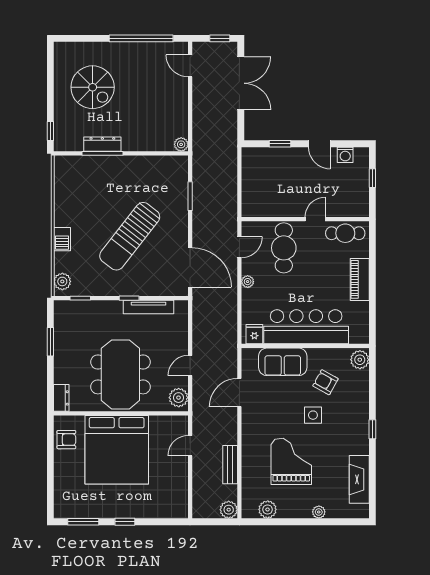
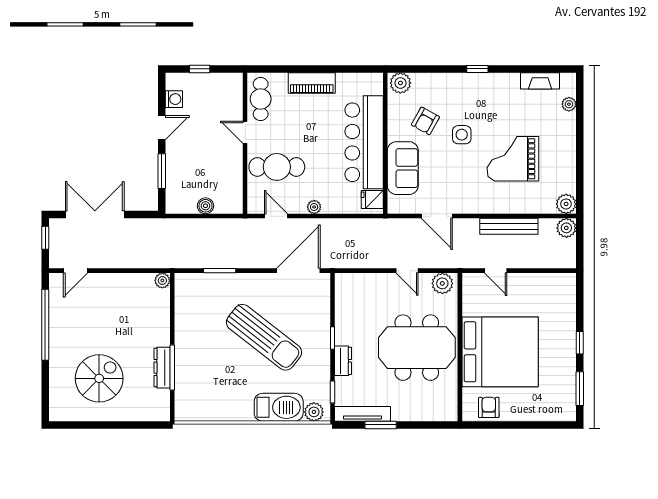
window: (50, 131) -> (148, 425), removed
window: (280, 144) -> (162, 171), width x1.50
boiler: (249, 183) -> (205, 206), added
barbecue: (62, 239) -> (279, 407), width x1.88, depth x1.53
tv unit: (149, 307) -> (362, 414), moved, turned -90
dresser: (61, 398) -> (343, 361), moved, turned 90
bench: (230, 465) -> (509, 226), width x1.36
fireplace: (359, 479) -> (540, 81), width x0.73, depth x0.76
plant: (268, 509) -> (566, 204), moved
plant: (319, 512) -> (569, 104), moved

